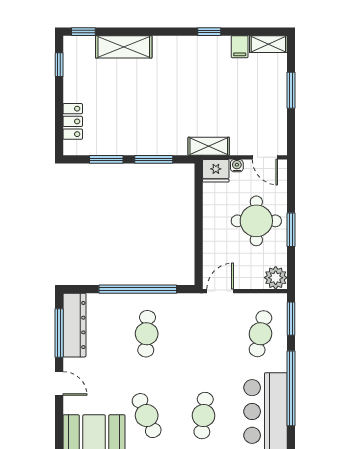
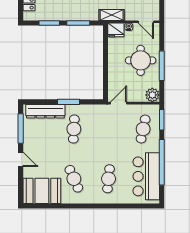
window: (291, 230) -> (162, 66), width x1.44
window: (138, 289) -> (68, 102), width x0.47
dresser: (74, 325) -> (45, 111), moved, turned 90

